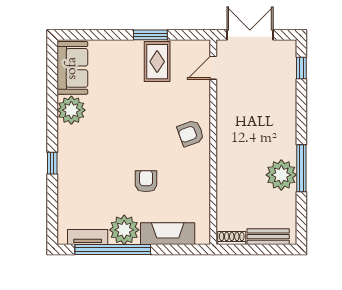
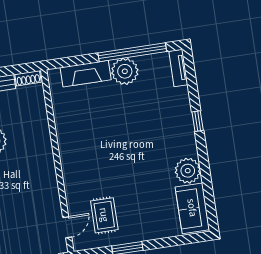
rug: (157, 62) -> (104, 215), moved
armchair: (191, 133) -> (79, 166), removed
armchair: (146, 181) -> (112, 117), removed
tv unit: (88, 237) -> (178, 68), moved, turned 90

